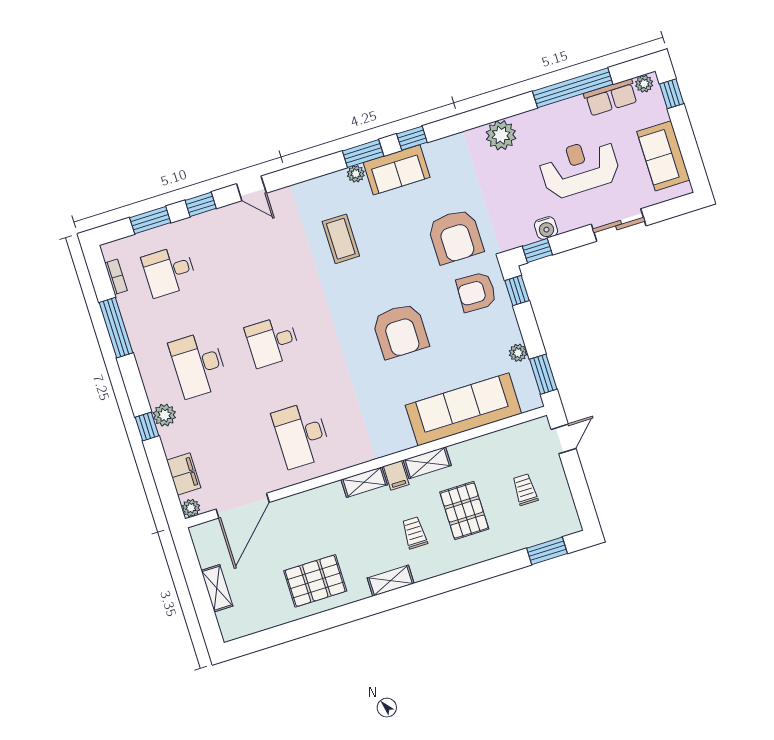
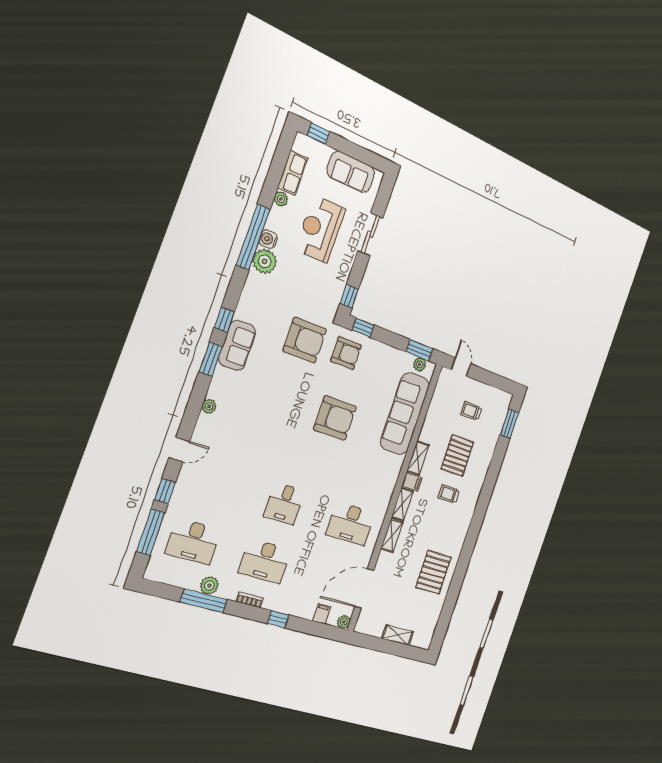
plant: (644, 84) -> (281, 199), moved
window: (573, 88) -> (253, 237), moved
plant: (356, 174) -> (209, 406), moved
window: (150, 220) -> (151, 532), width x1.44
water cooler: (546, 228) -> (268, 239), moved, turned 180
coffee table: (341, 239) -> (254, 414), removed
desk: (169, 271) -> (193, 541), width x1.37
bookcase: (116, 277) -> (250, 600), moved
armchair: (476, 292) -> (346, 353), turned -92
plant: (518, 353) -> (420, 364), moved
plant: (164, 415) -> (209, 586), moved
filing cabinet: (184, 474) -> (322, 614), width x0.50
door: (243, 506) -> (364, 588), swing flipped
pallet: (464, 511) -> (457, 456), turned 90
shelving: (391, 581) -> (392, 536), moved

